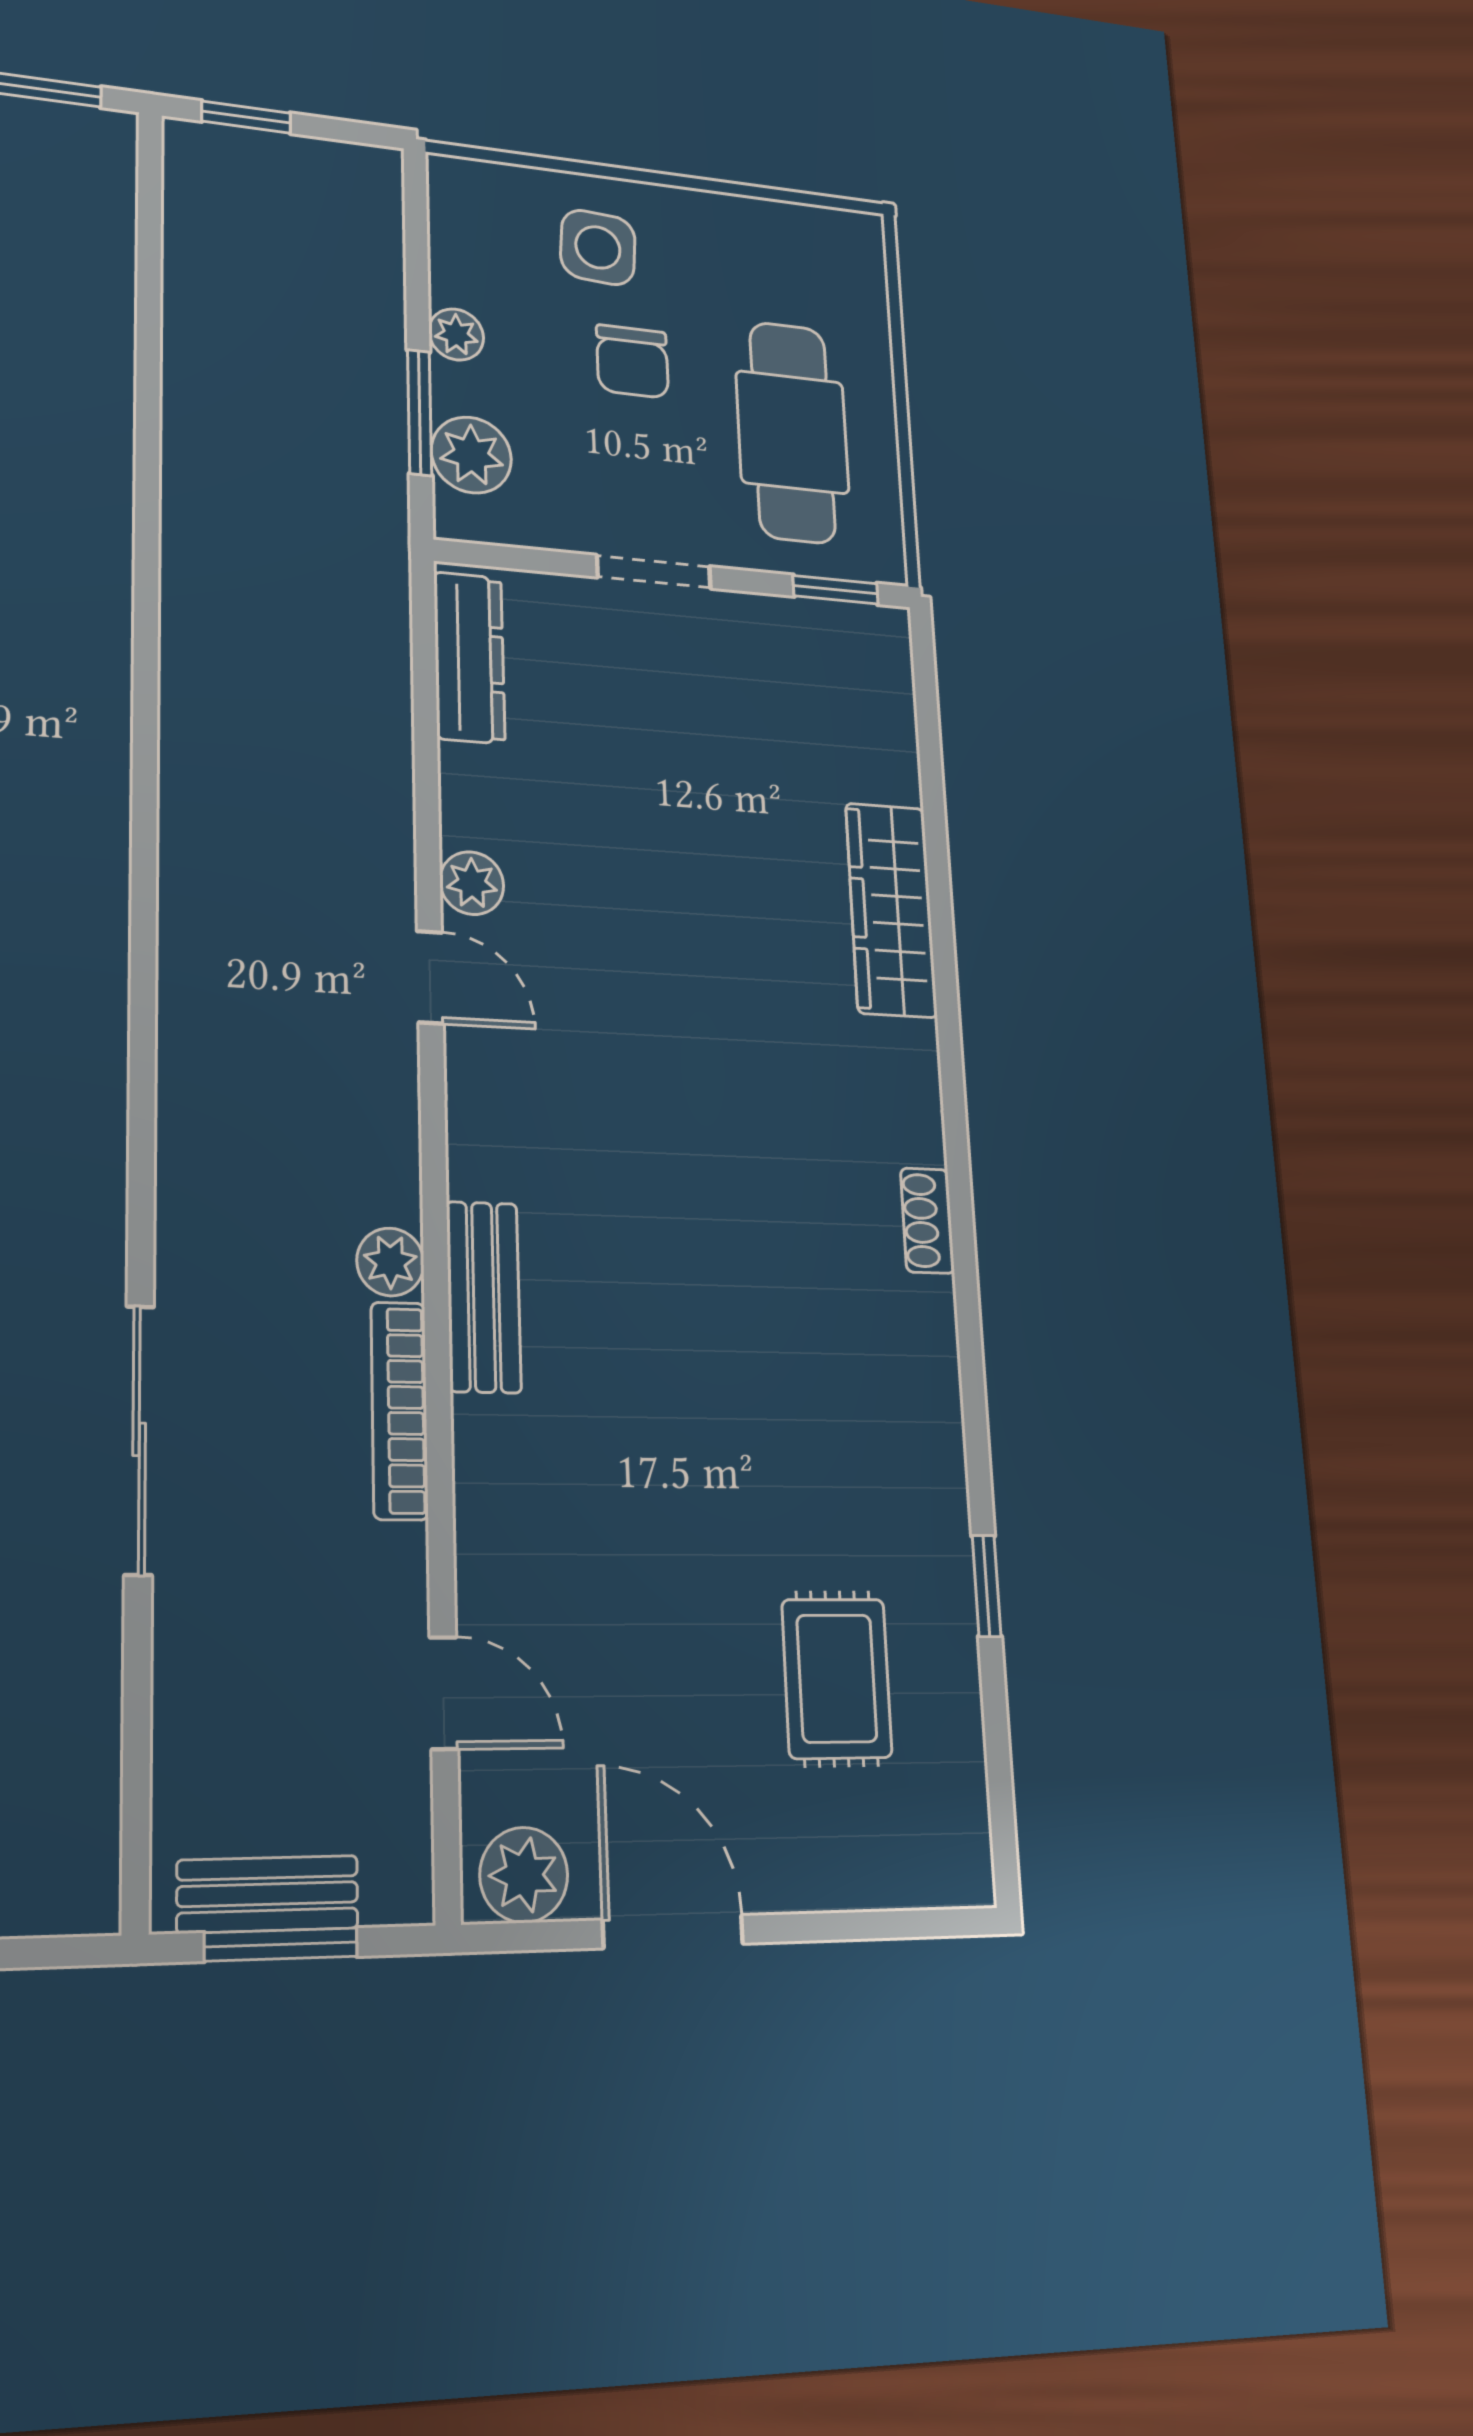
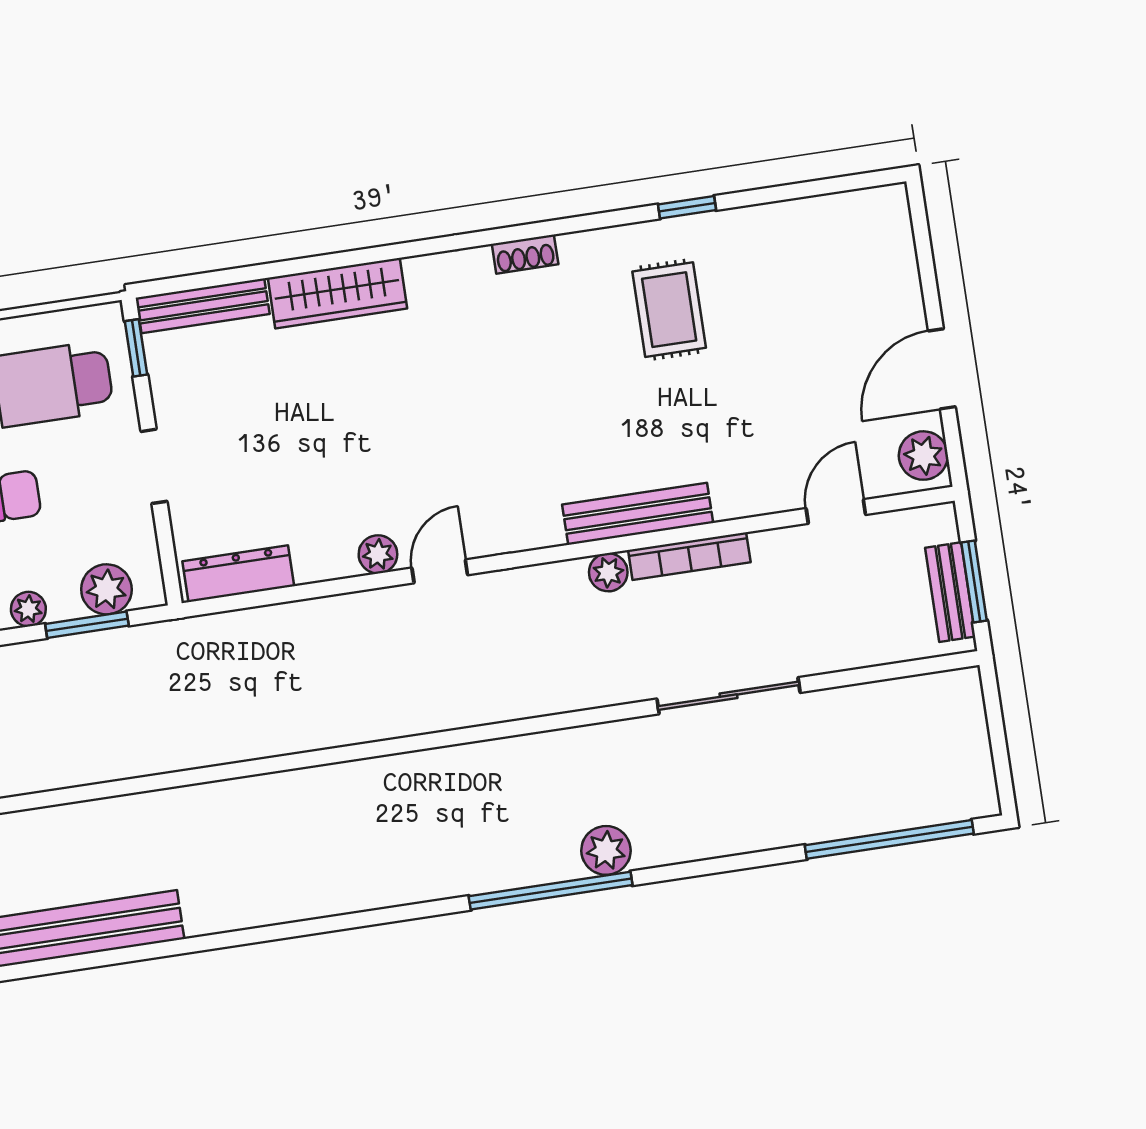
bench: (889, 703) -> (203, 306), added
bench: (484, 1297) -> (638, 514), width x1.36
window: (987, 1586) -> (687, 207), moved
rug: (837, 1678) -> (669, 310), moved, turned 90

